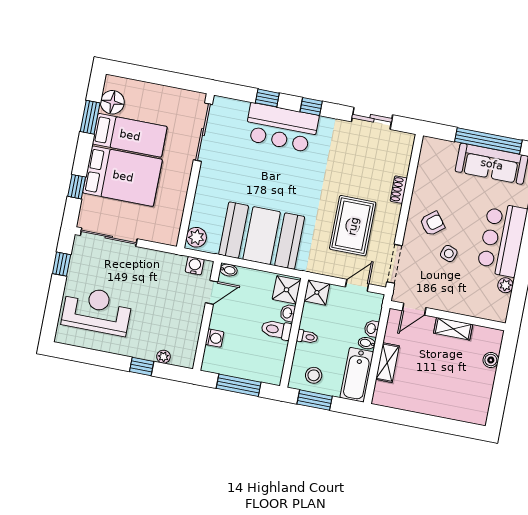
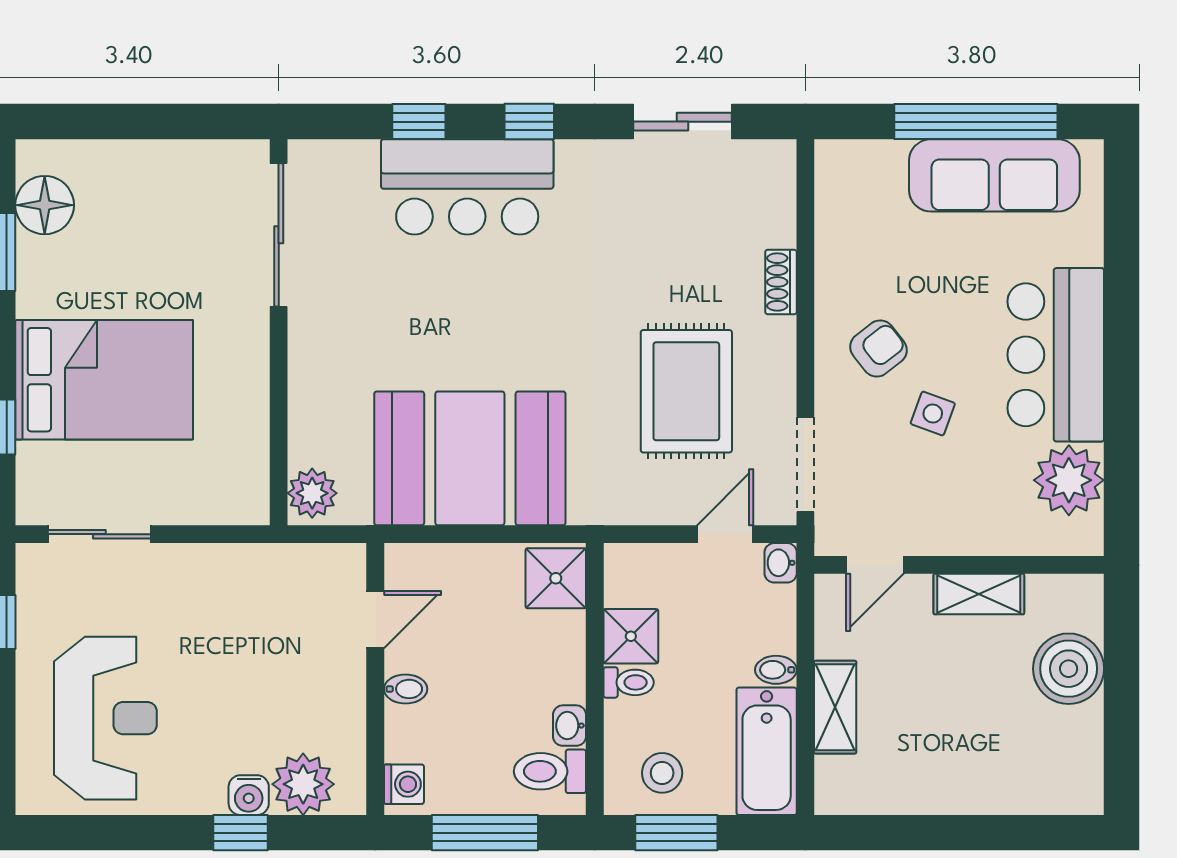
bed: (130, 135) -> (102, 277), removed
sliding door: (109, 237) -> (99, 534), width x0.73
water cooler: (195, 266) -> (249, 795), moved, turned 180
bidet: (228, 270) -> (406, 689), moved
plant: (505, 285) -> (1069, 480), width x1.87, depth x1.87
shower: (317, 292) -> (631, 636), moved
reception desk: (97, 311) -> (105, 718), turned 90
washbasin: (288, 313) -> (570, 726), moved
washbasin: (372, 329) -> (781, 563), moved
toilet: (276, 330) -> (550, 771), moved
washing machine: (215, 338) -> (404, 784), moved
plant: (163, 357) -> (303, 784), width x1.88, depth x1.88
boiler: (491, 360) -> (1069, 669), width x1.86, depth x1.86

